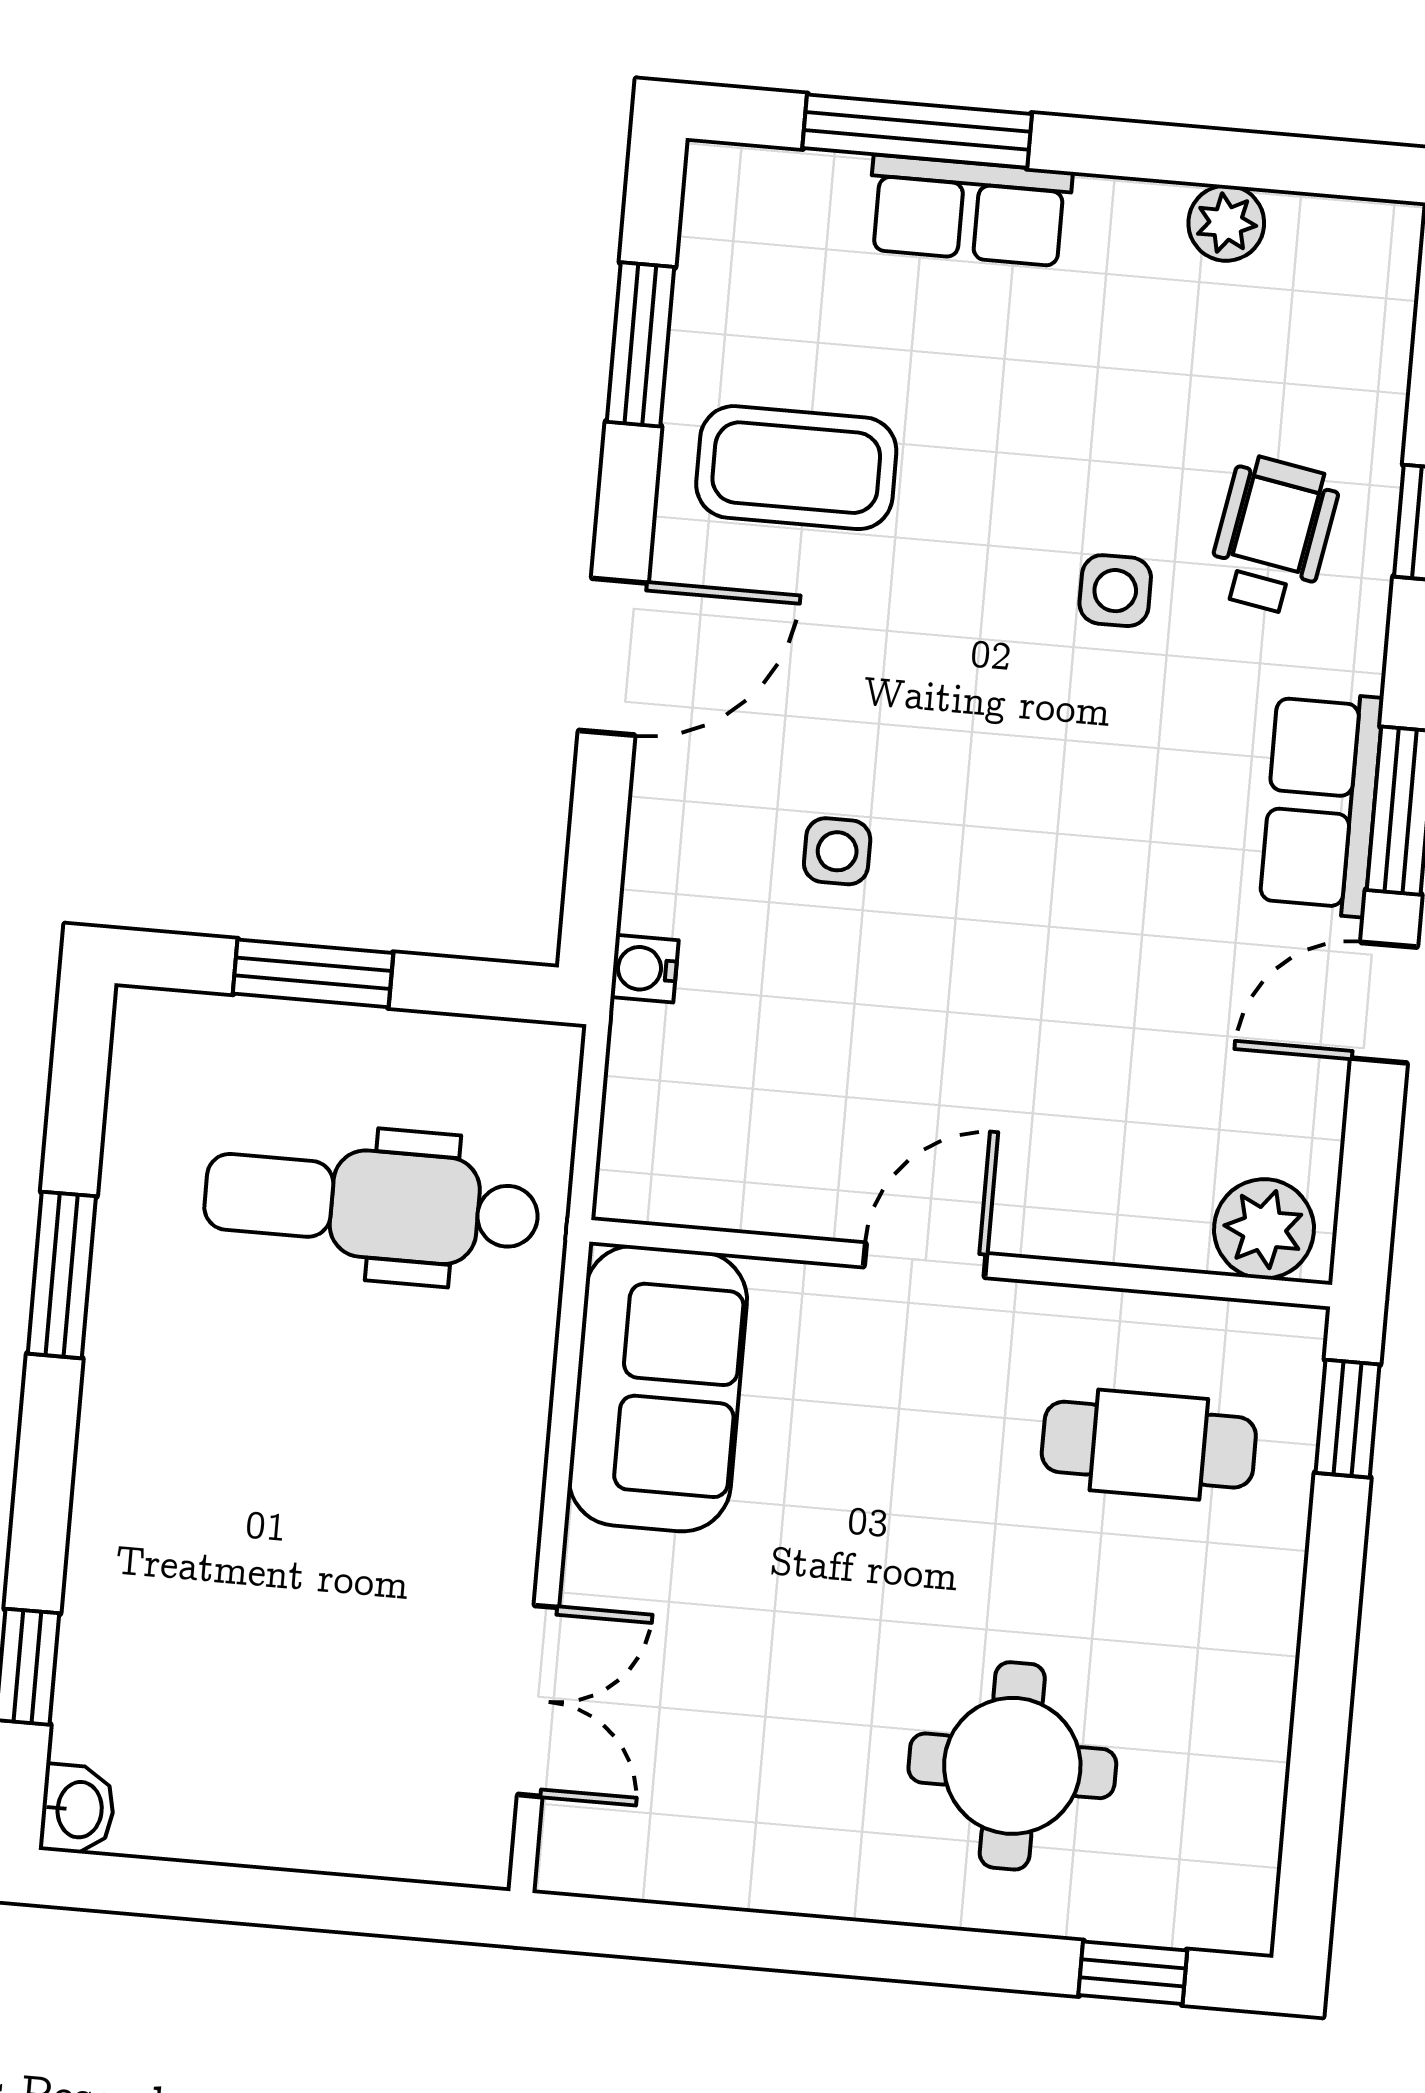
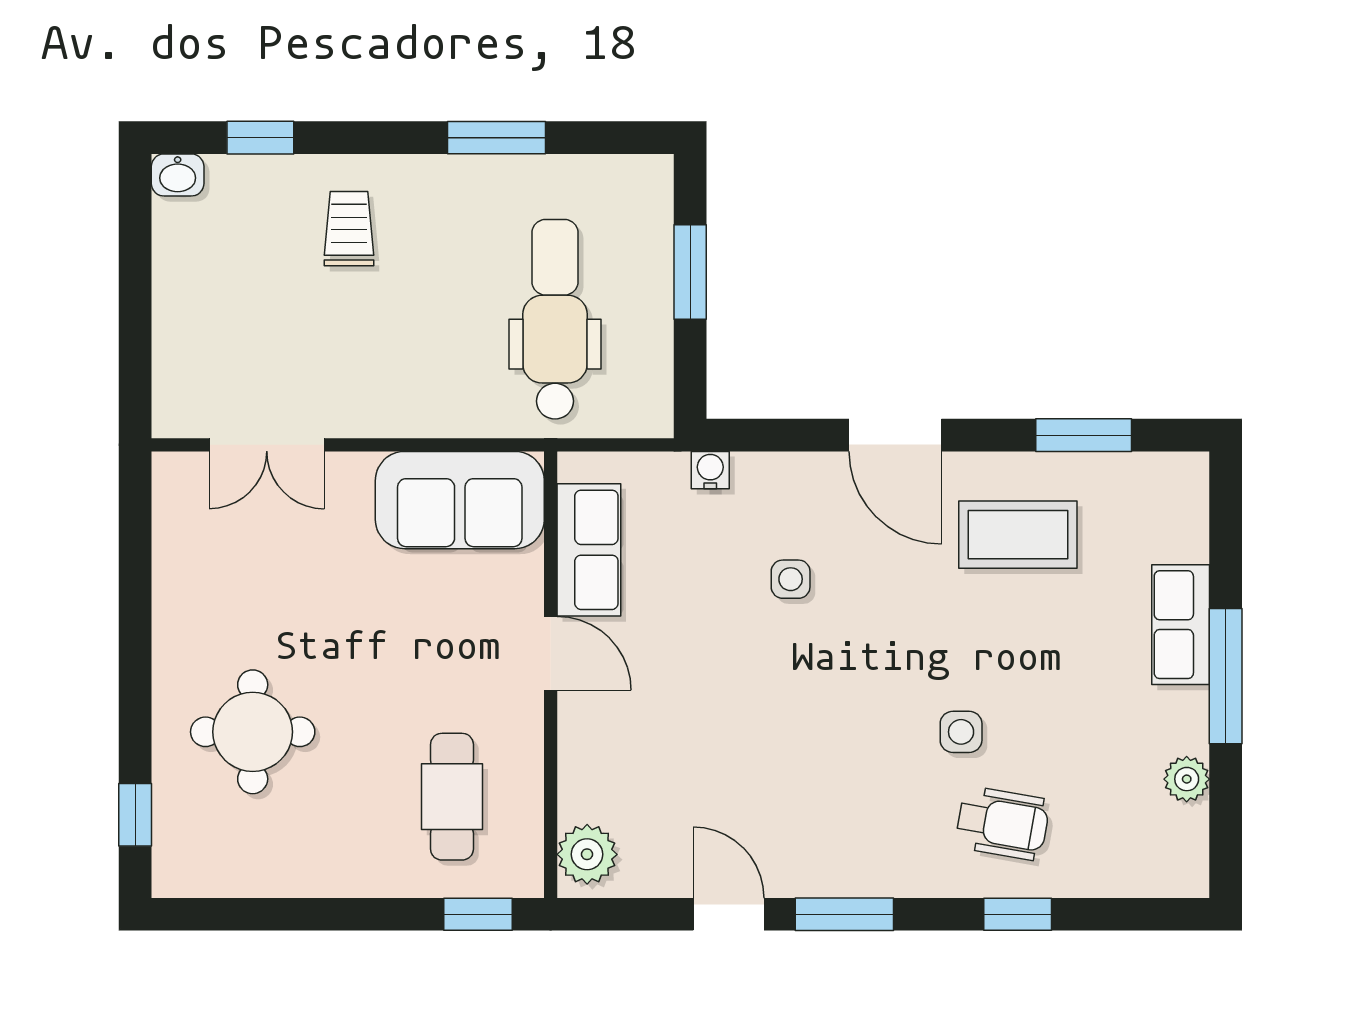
window: (917, 131) -> (1226, 676), moved
coffee table: (796, 468) -> (1018, 535), turned 90
row of seats: (1321, 803) -> (589, 550), moved, turned 90
trolley: (192, 1533) -> (349, 229), added

